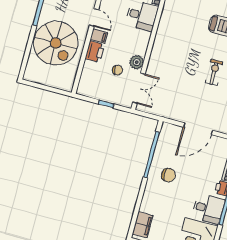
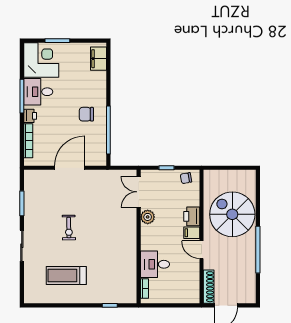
chair: (117, 70) -> (186, 178), moved

